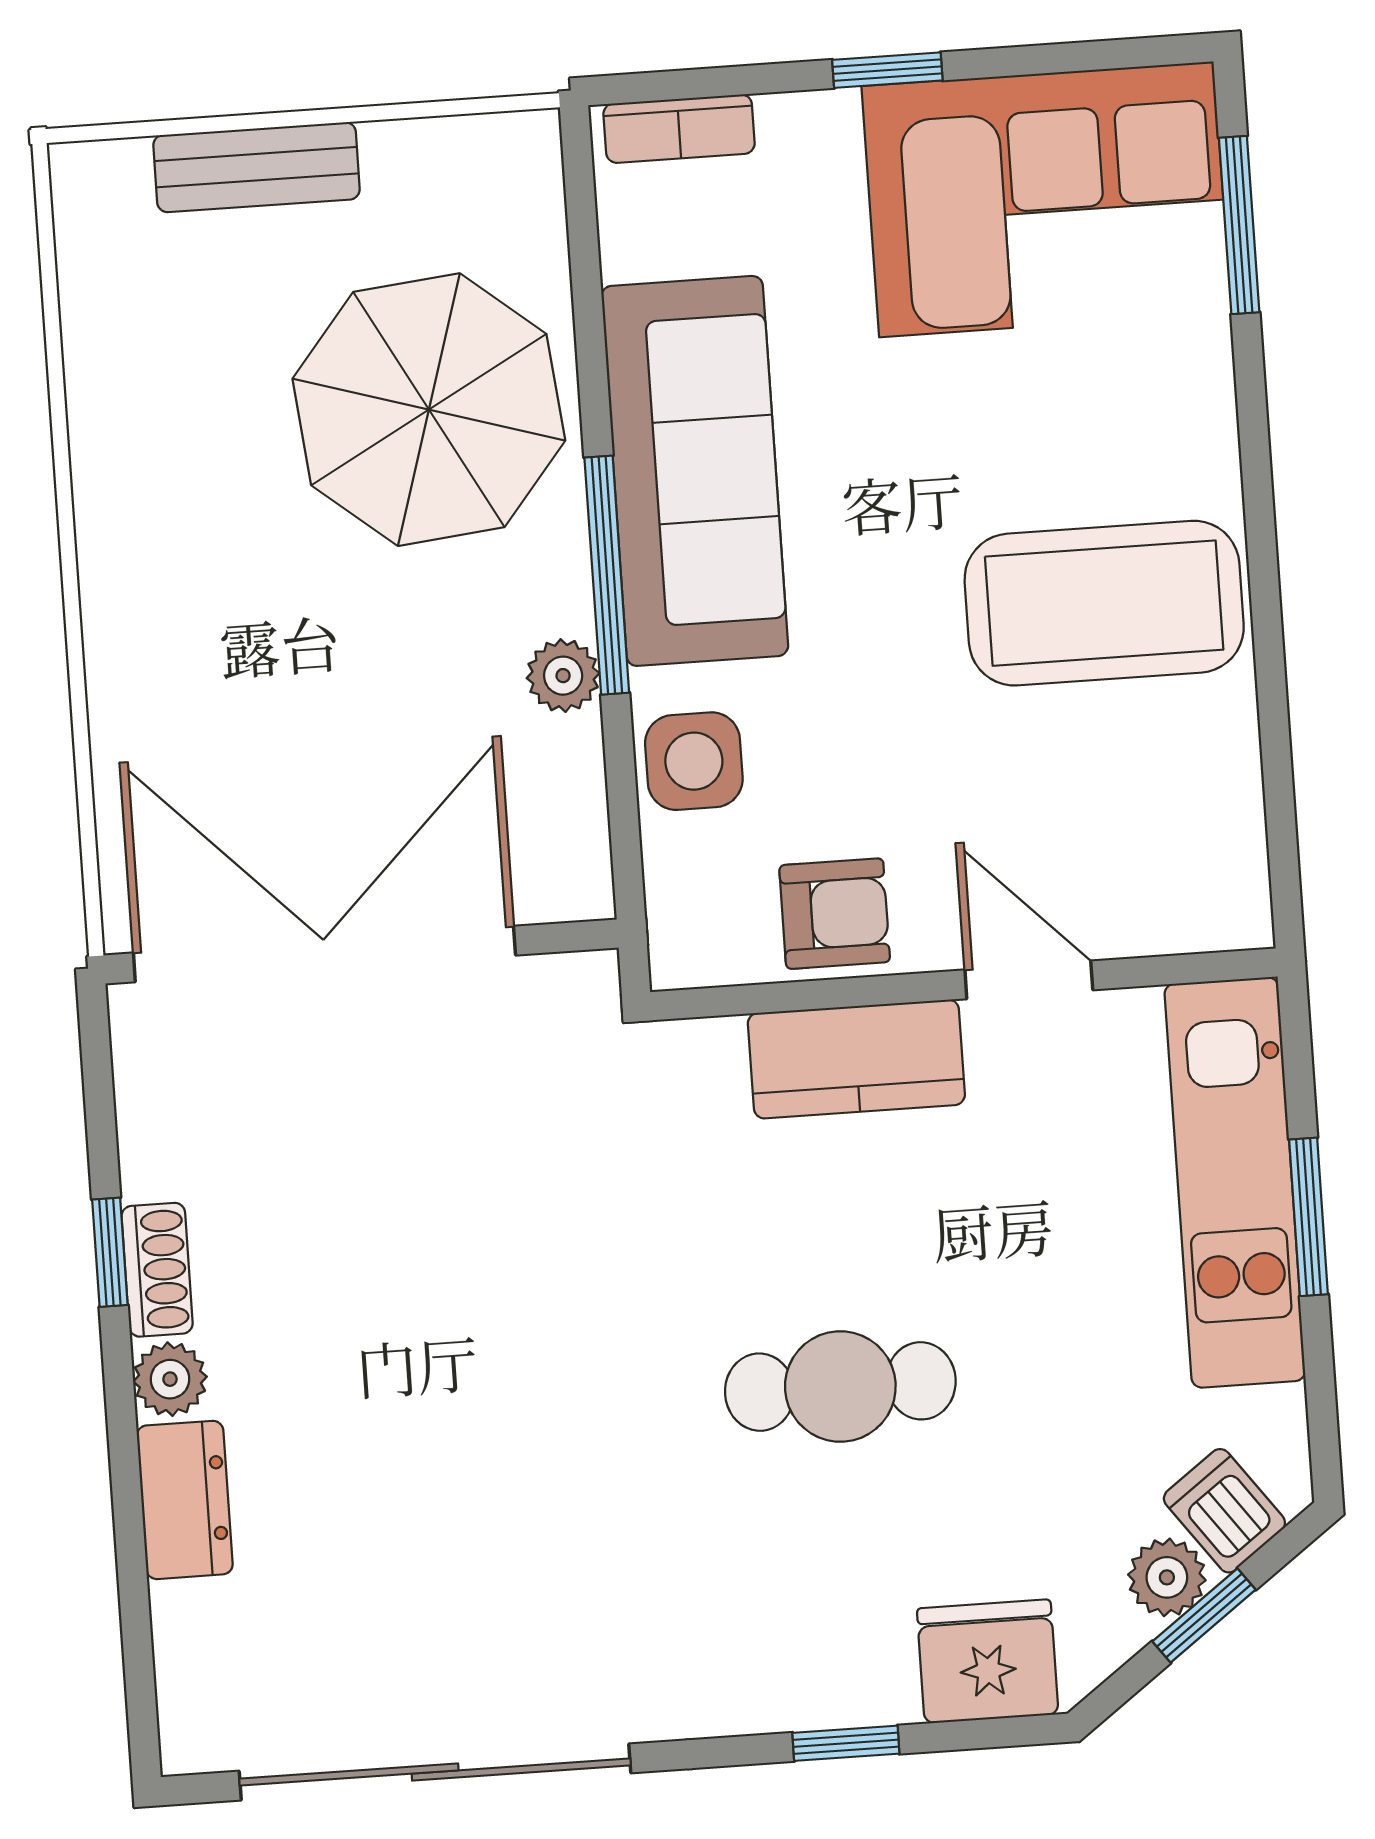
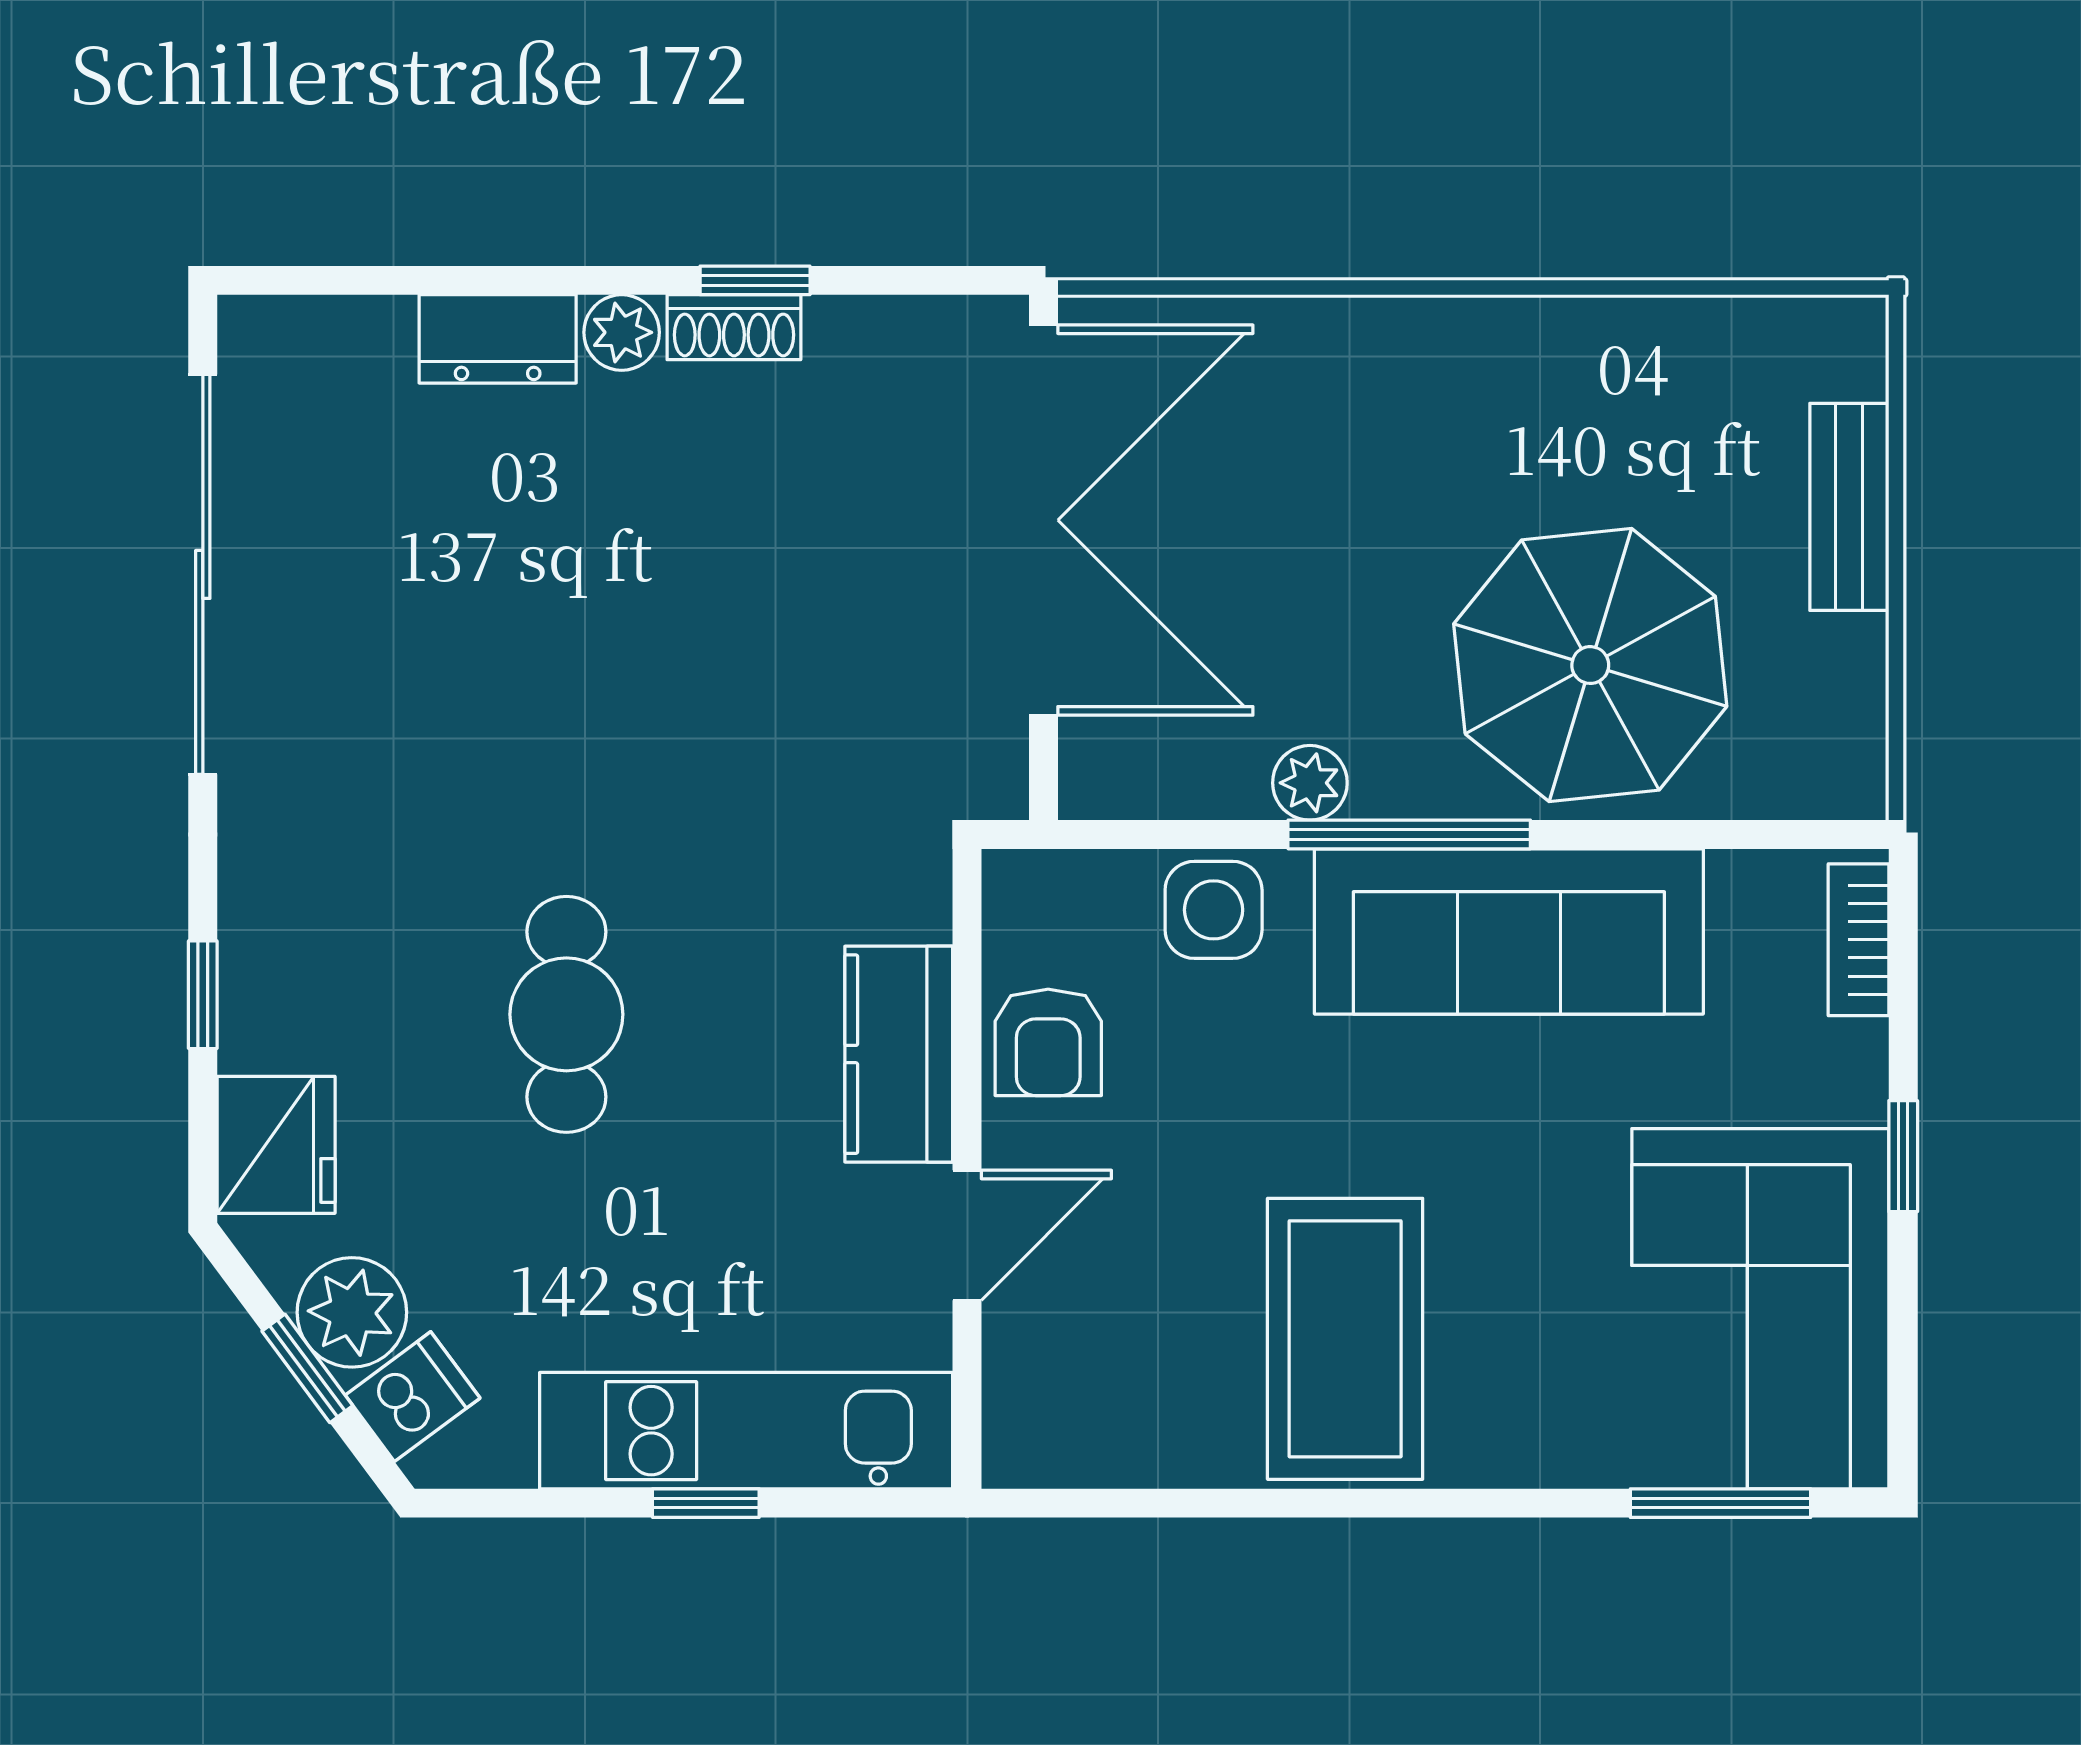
window: (1308, 1217) -> (706, 1503), width x0.67
plant: (1167, 1577) -> (352, 1312), width x1.38, depth x1.38

